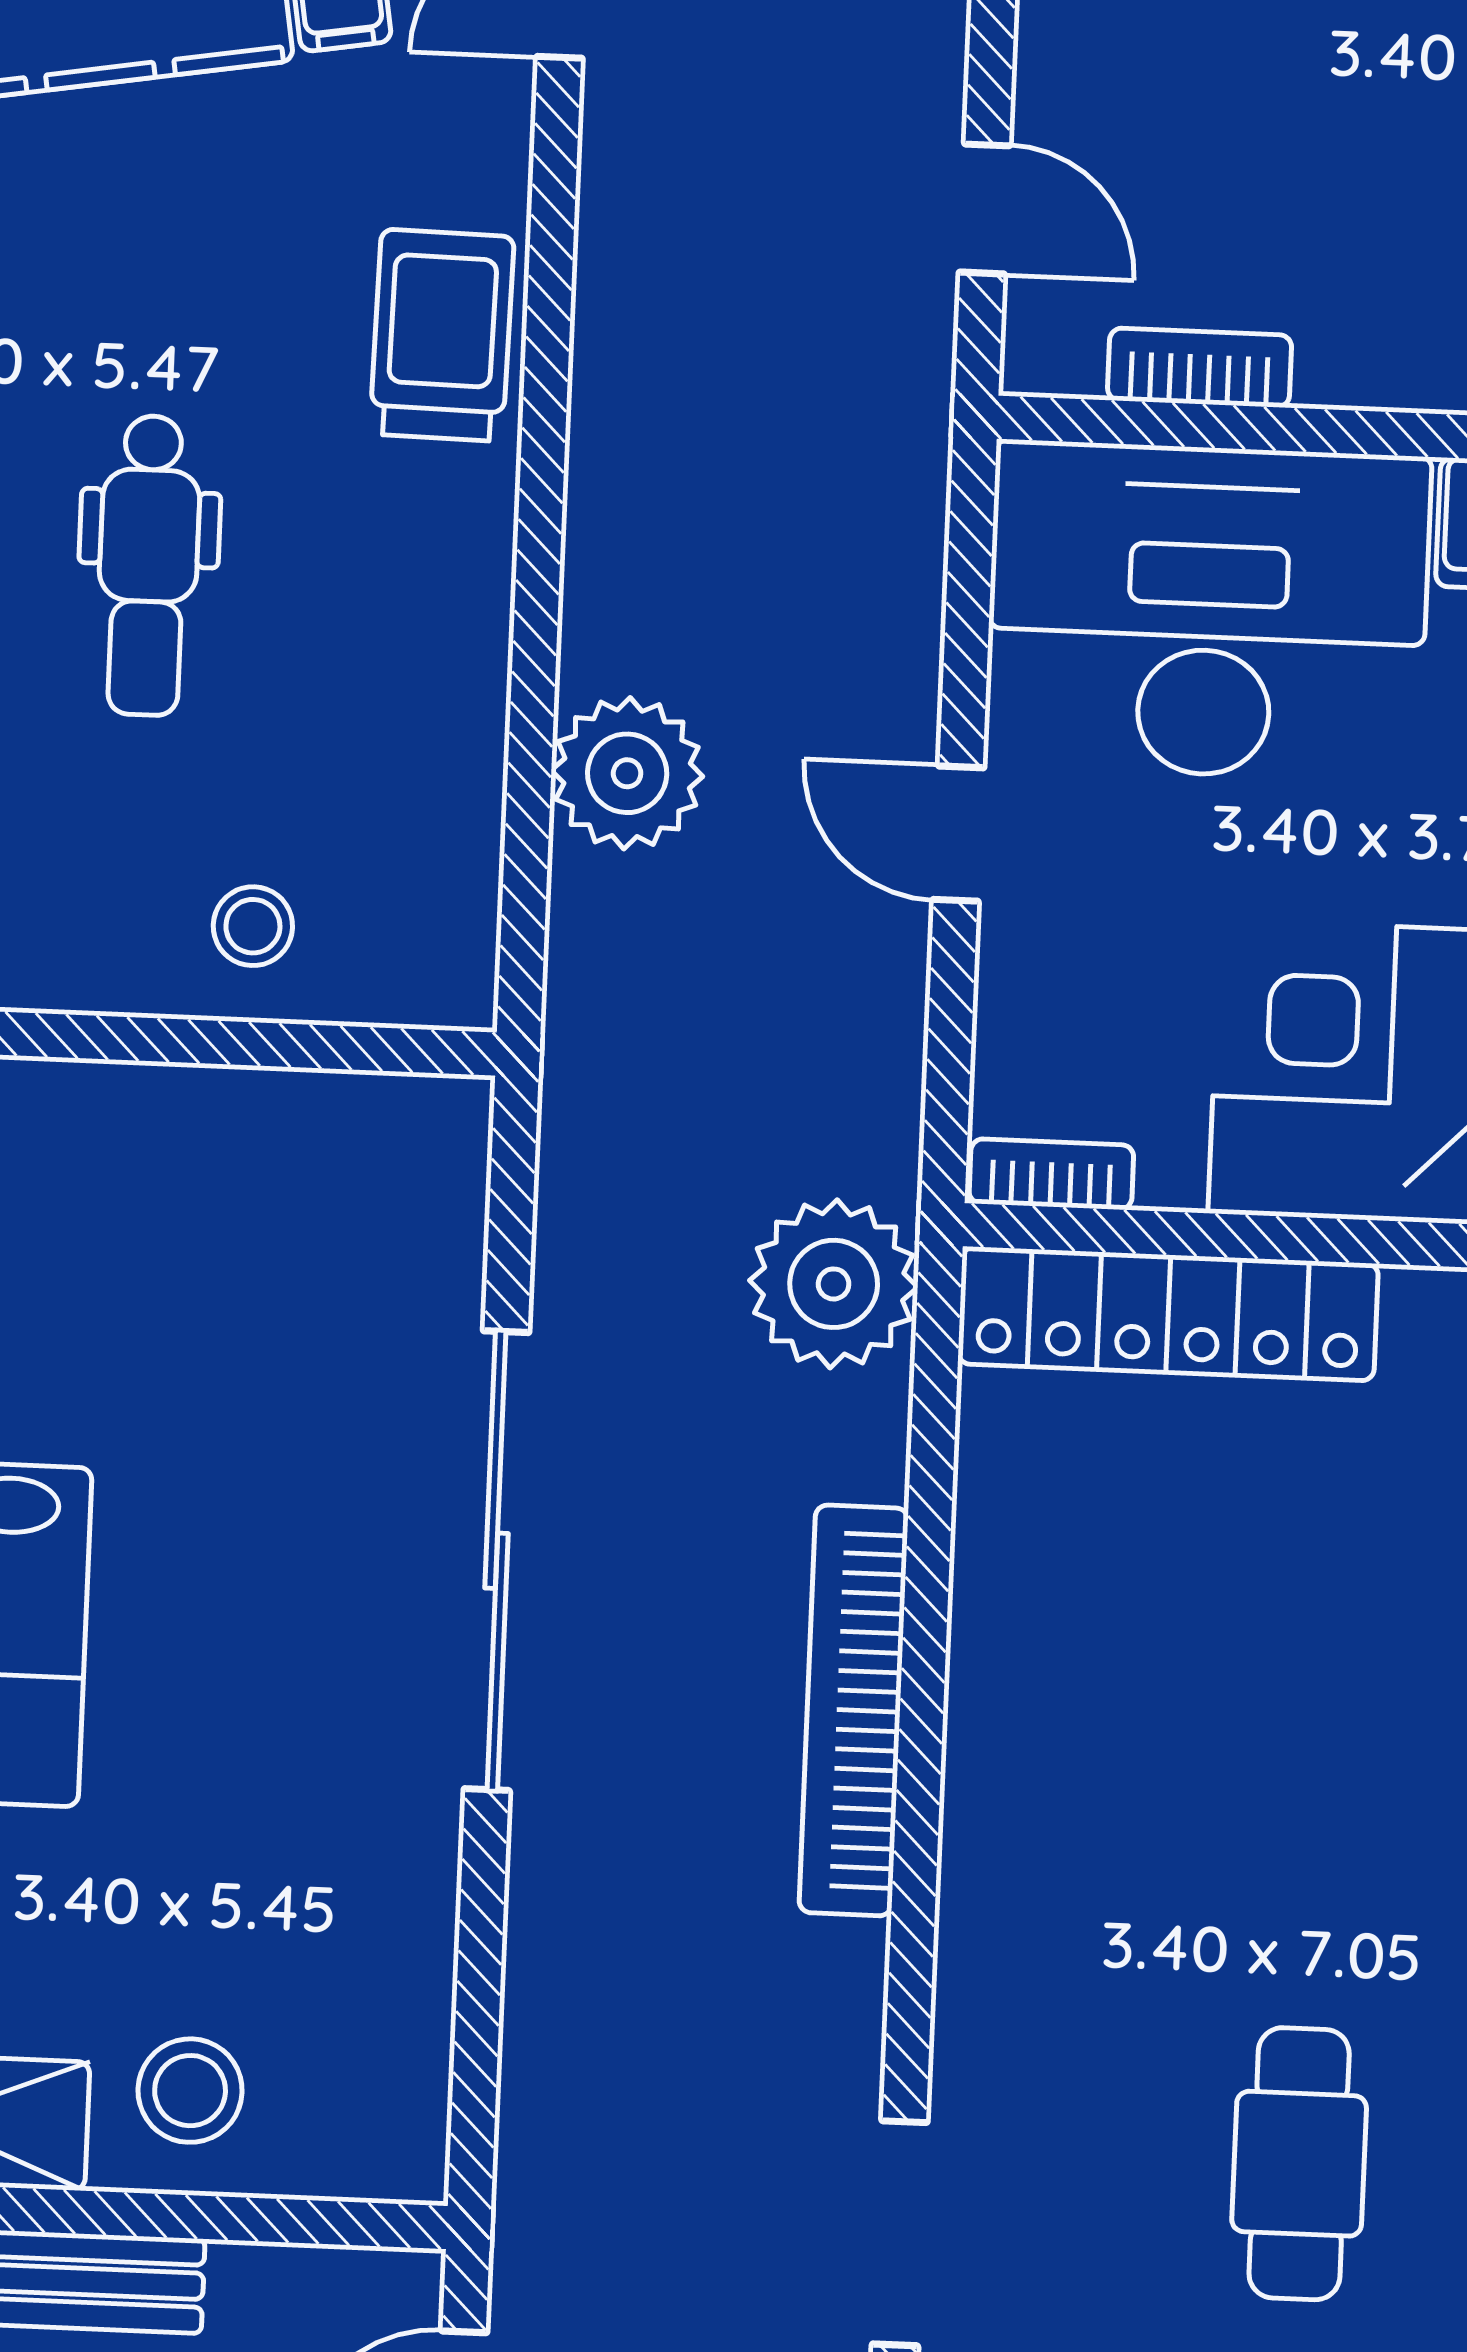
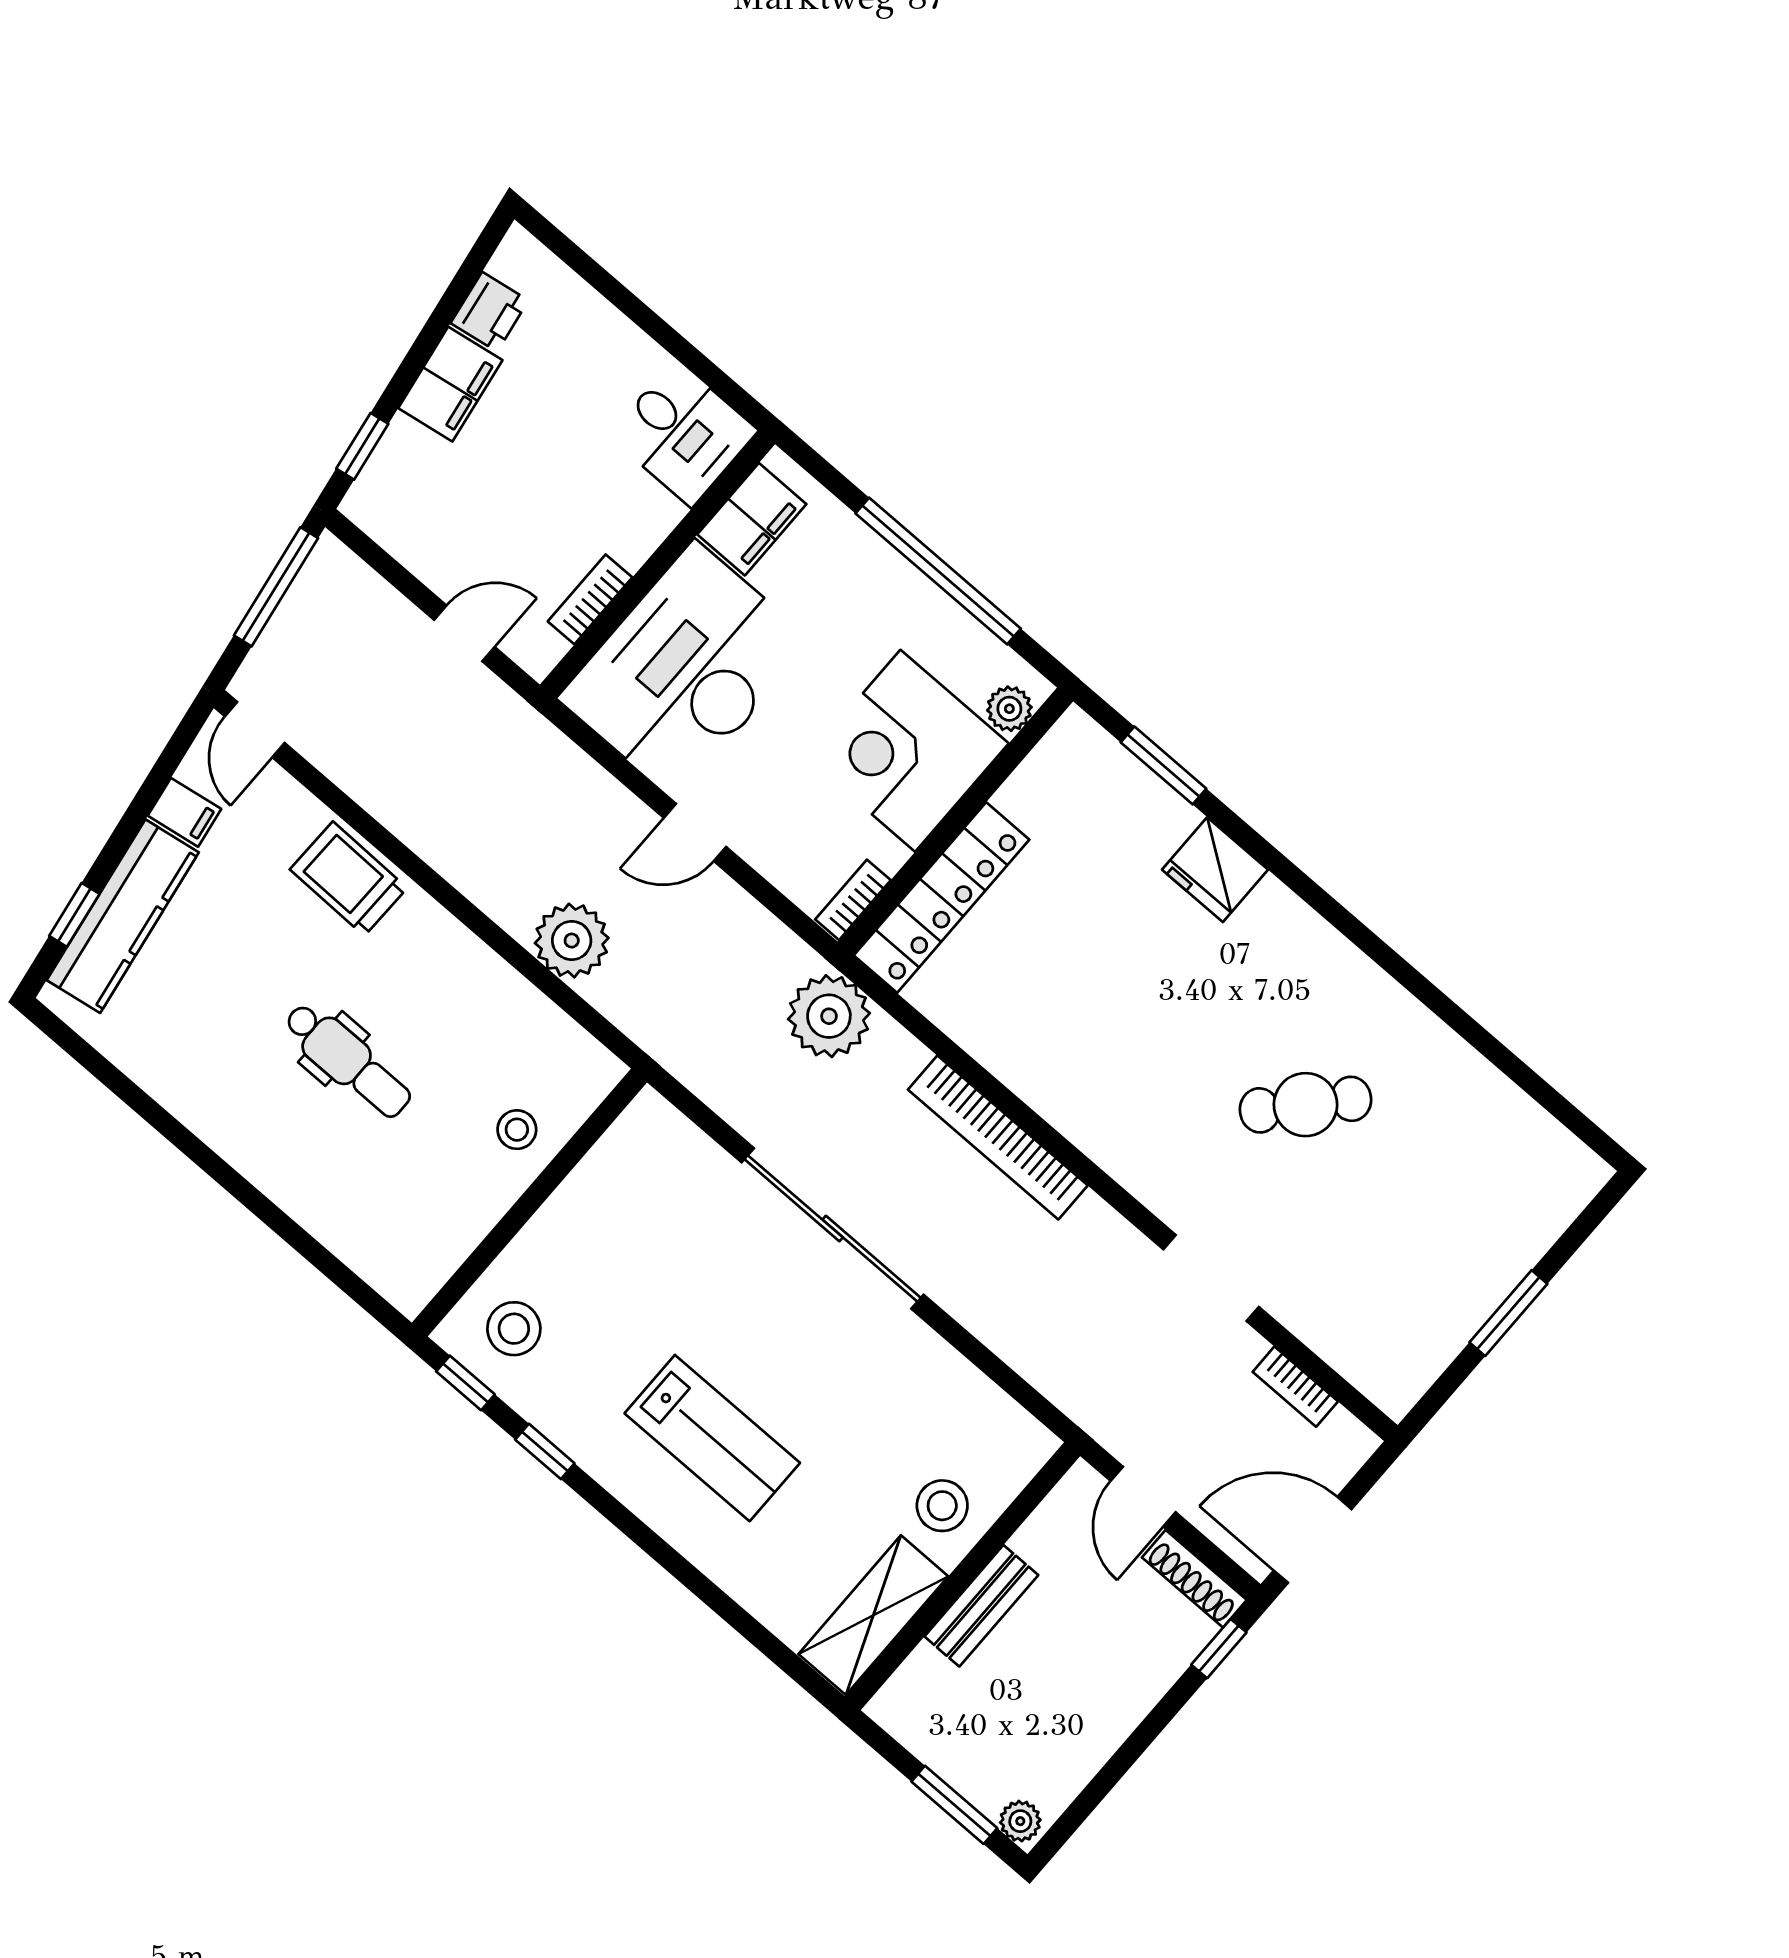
cafe table: (1299, 2164) -> (1305, 1105), turned -48

